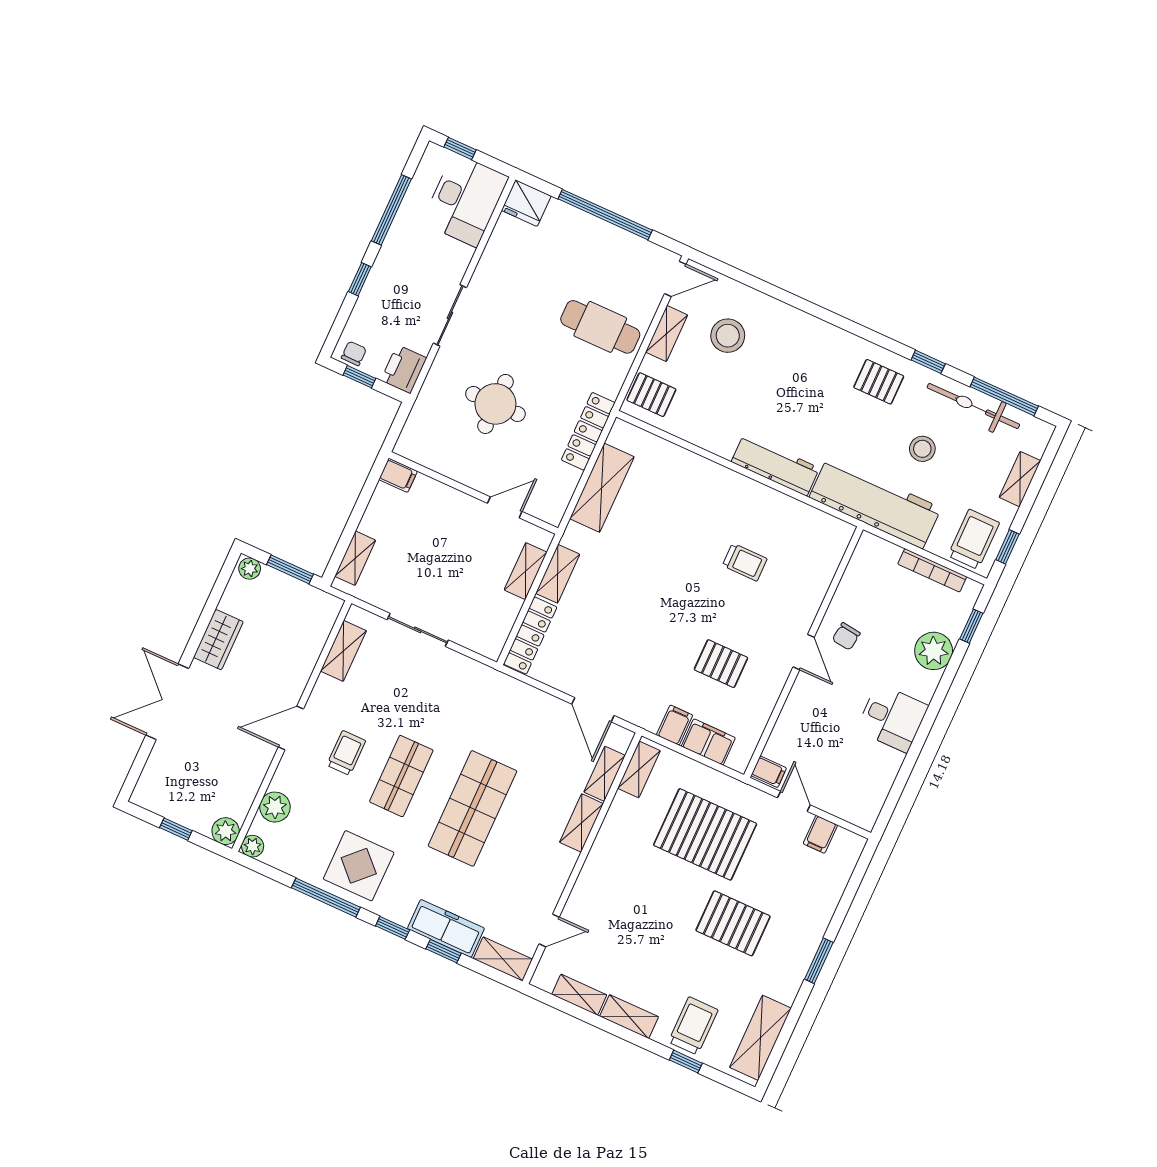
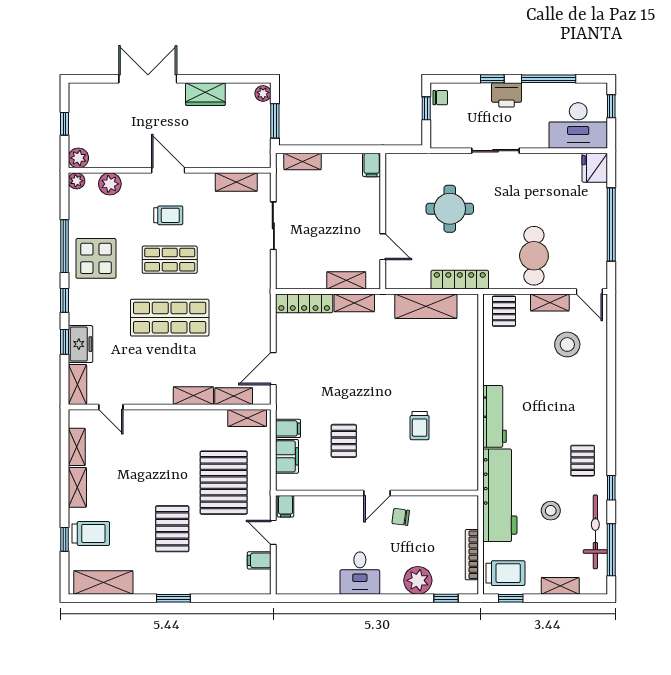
printer: (404, 369) -> (507, 95), moved, turned 180
door: (794, 801) -> (273, 532), swing flipped
freezer: (446, 928) -> (80, 344), width x0.71

